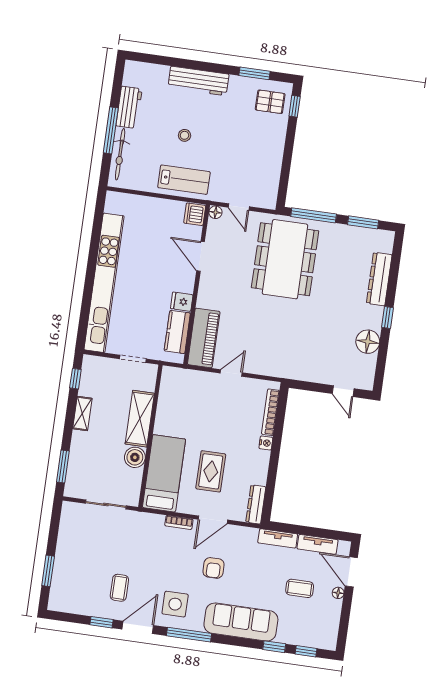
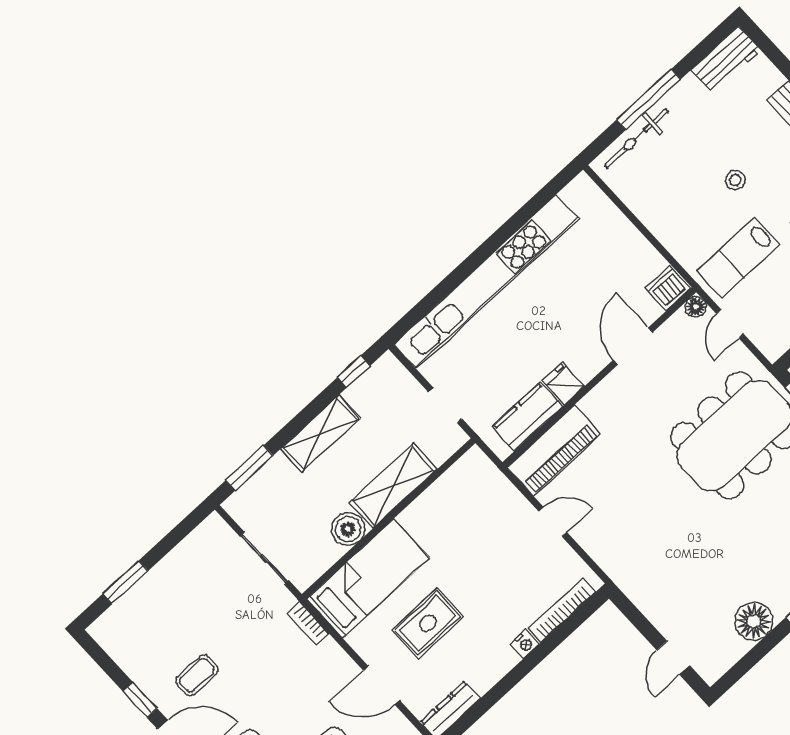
workbench: (129, 107) -> (726, 60), moved
lab bench: (184, 180) -> (738, 257), moved, turned 90
shelving: (82, 413) -> (320, 434), width x1.50, depth x1.33
bookcase: (179, 522) -> (308, 623), moved

